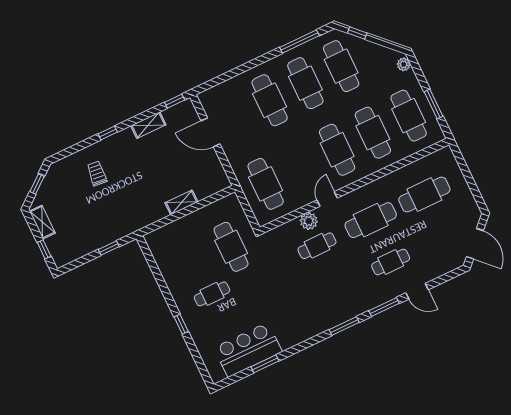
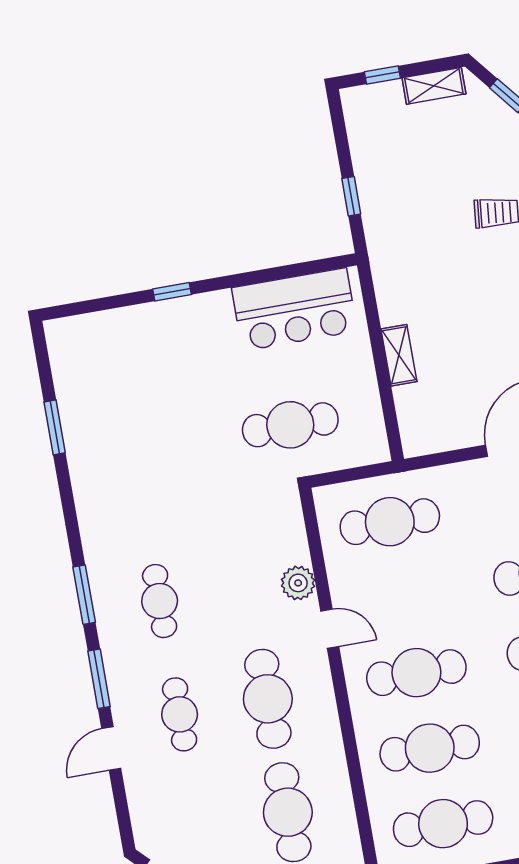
cafe table: (317, 246) -> (160, 601), moved
cafe table: (212, 294) -> (212, 365), removed
bar counter: (248, 350) -> (294, 309), moved, turned 90

